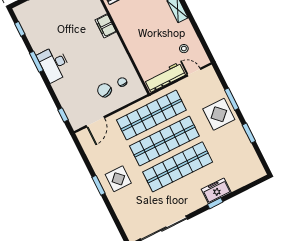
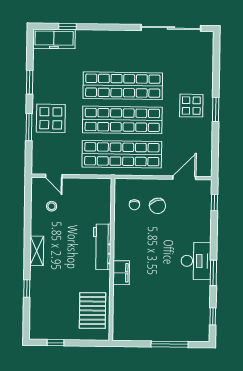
workbench: (165, 77) -> (102, 247), moved, turned 90
freezer: (216, 191) -> (54, 39), moved, width x1.40
window: (215, 203) -> (68, 27), moved

